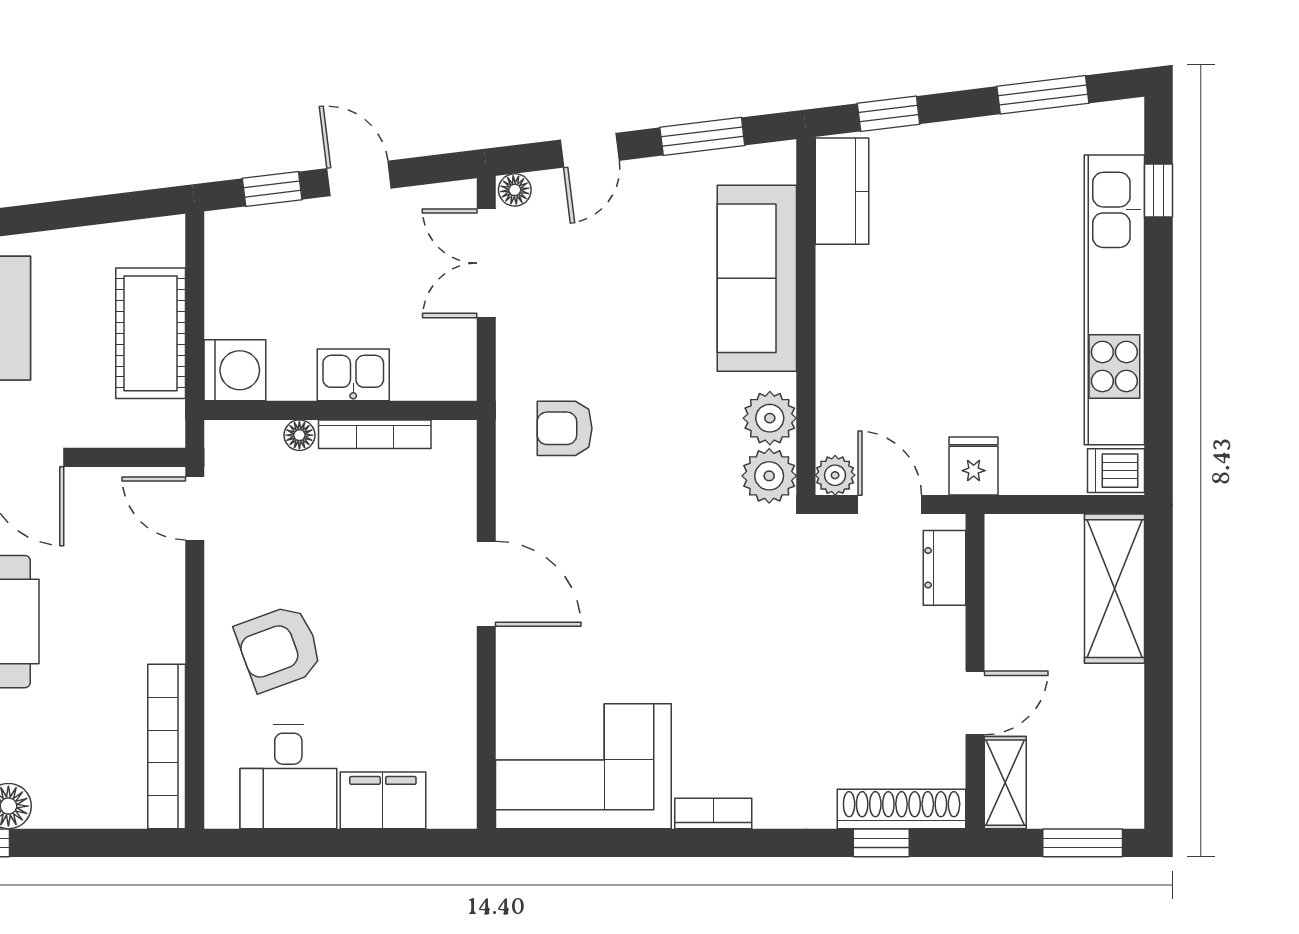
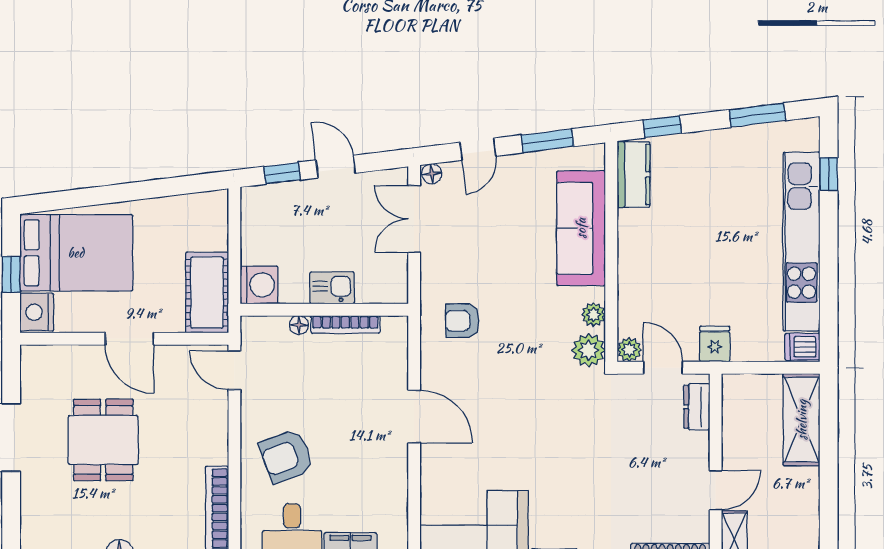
cot: (151, 333) -> (207, 293), moved
plant: (770, 418) -> (593, 315), width x0.73, depth x0.73

